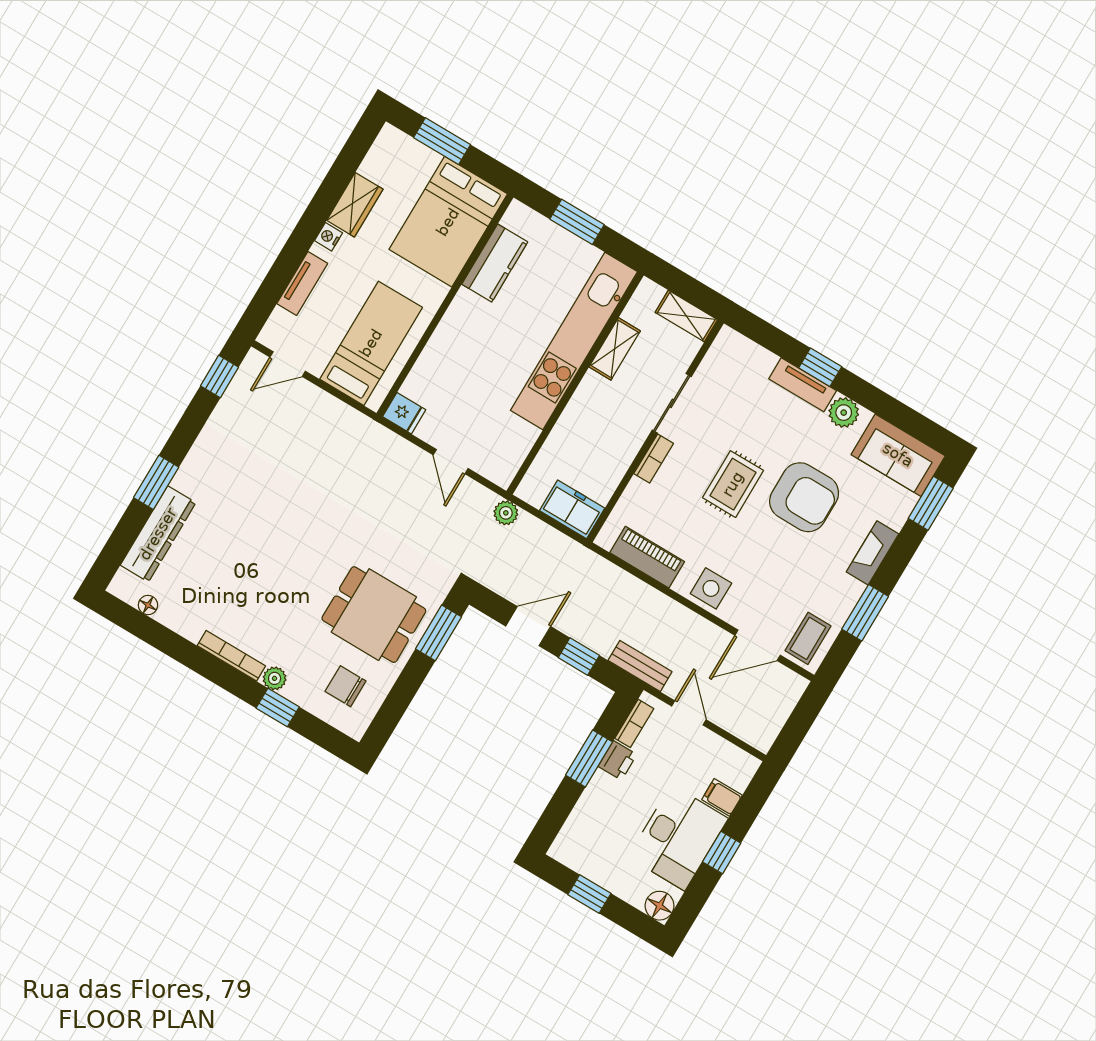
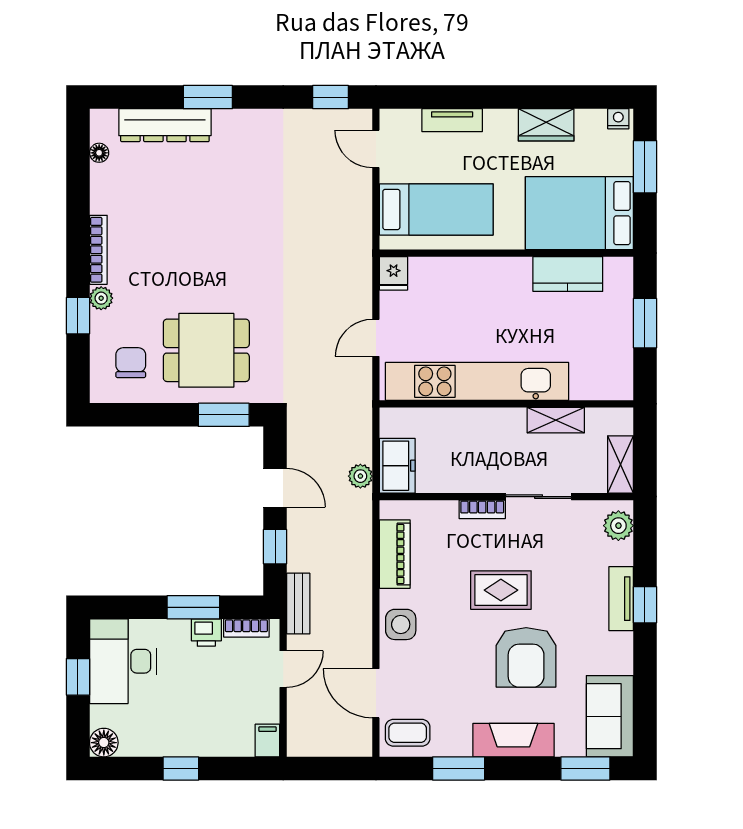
nightstand: (328, 237) -> (618, 119), moved
kitchen unit: (574, 341) -> (477, 381), moved
plant: (844, 413) -> (618, 526), moved
plant: (506, 513) -> (360, 476), moved
fireplace: (873, 553) -> (513, 740), width x1.37, depth x1.32
dining table: (374, 615) -> (206, 350), turned 90
filing cabinet: (722, 797) -> (267, 741), moved
desk: (678, 838) -> (123, 661), moved, turned 90

